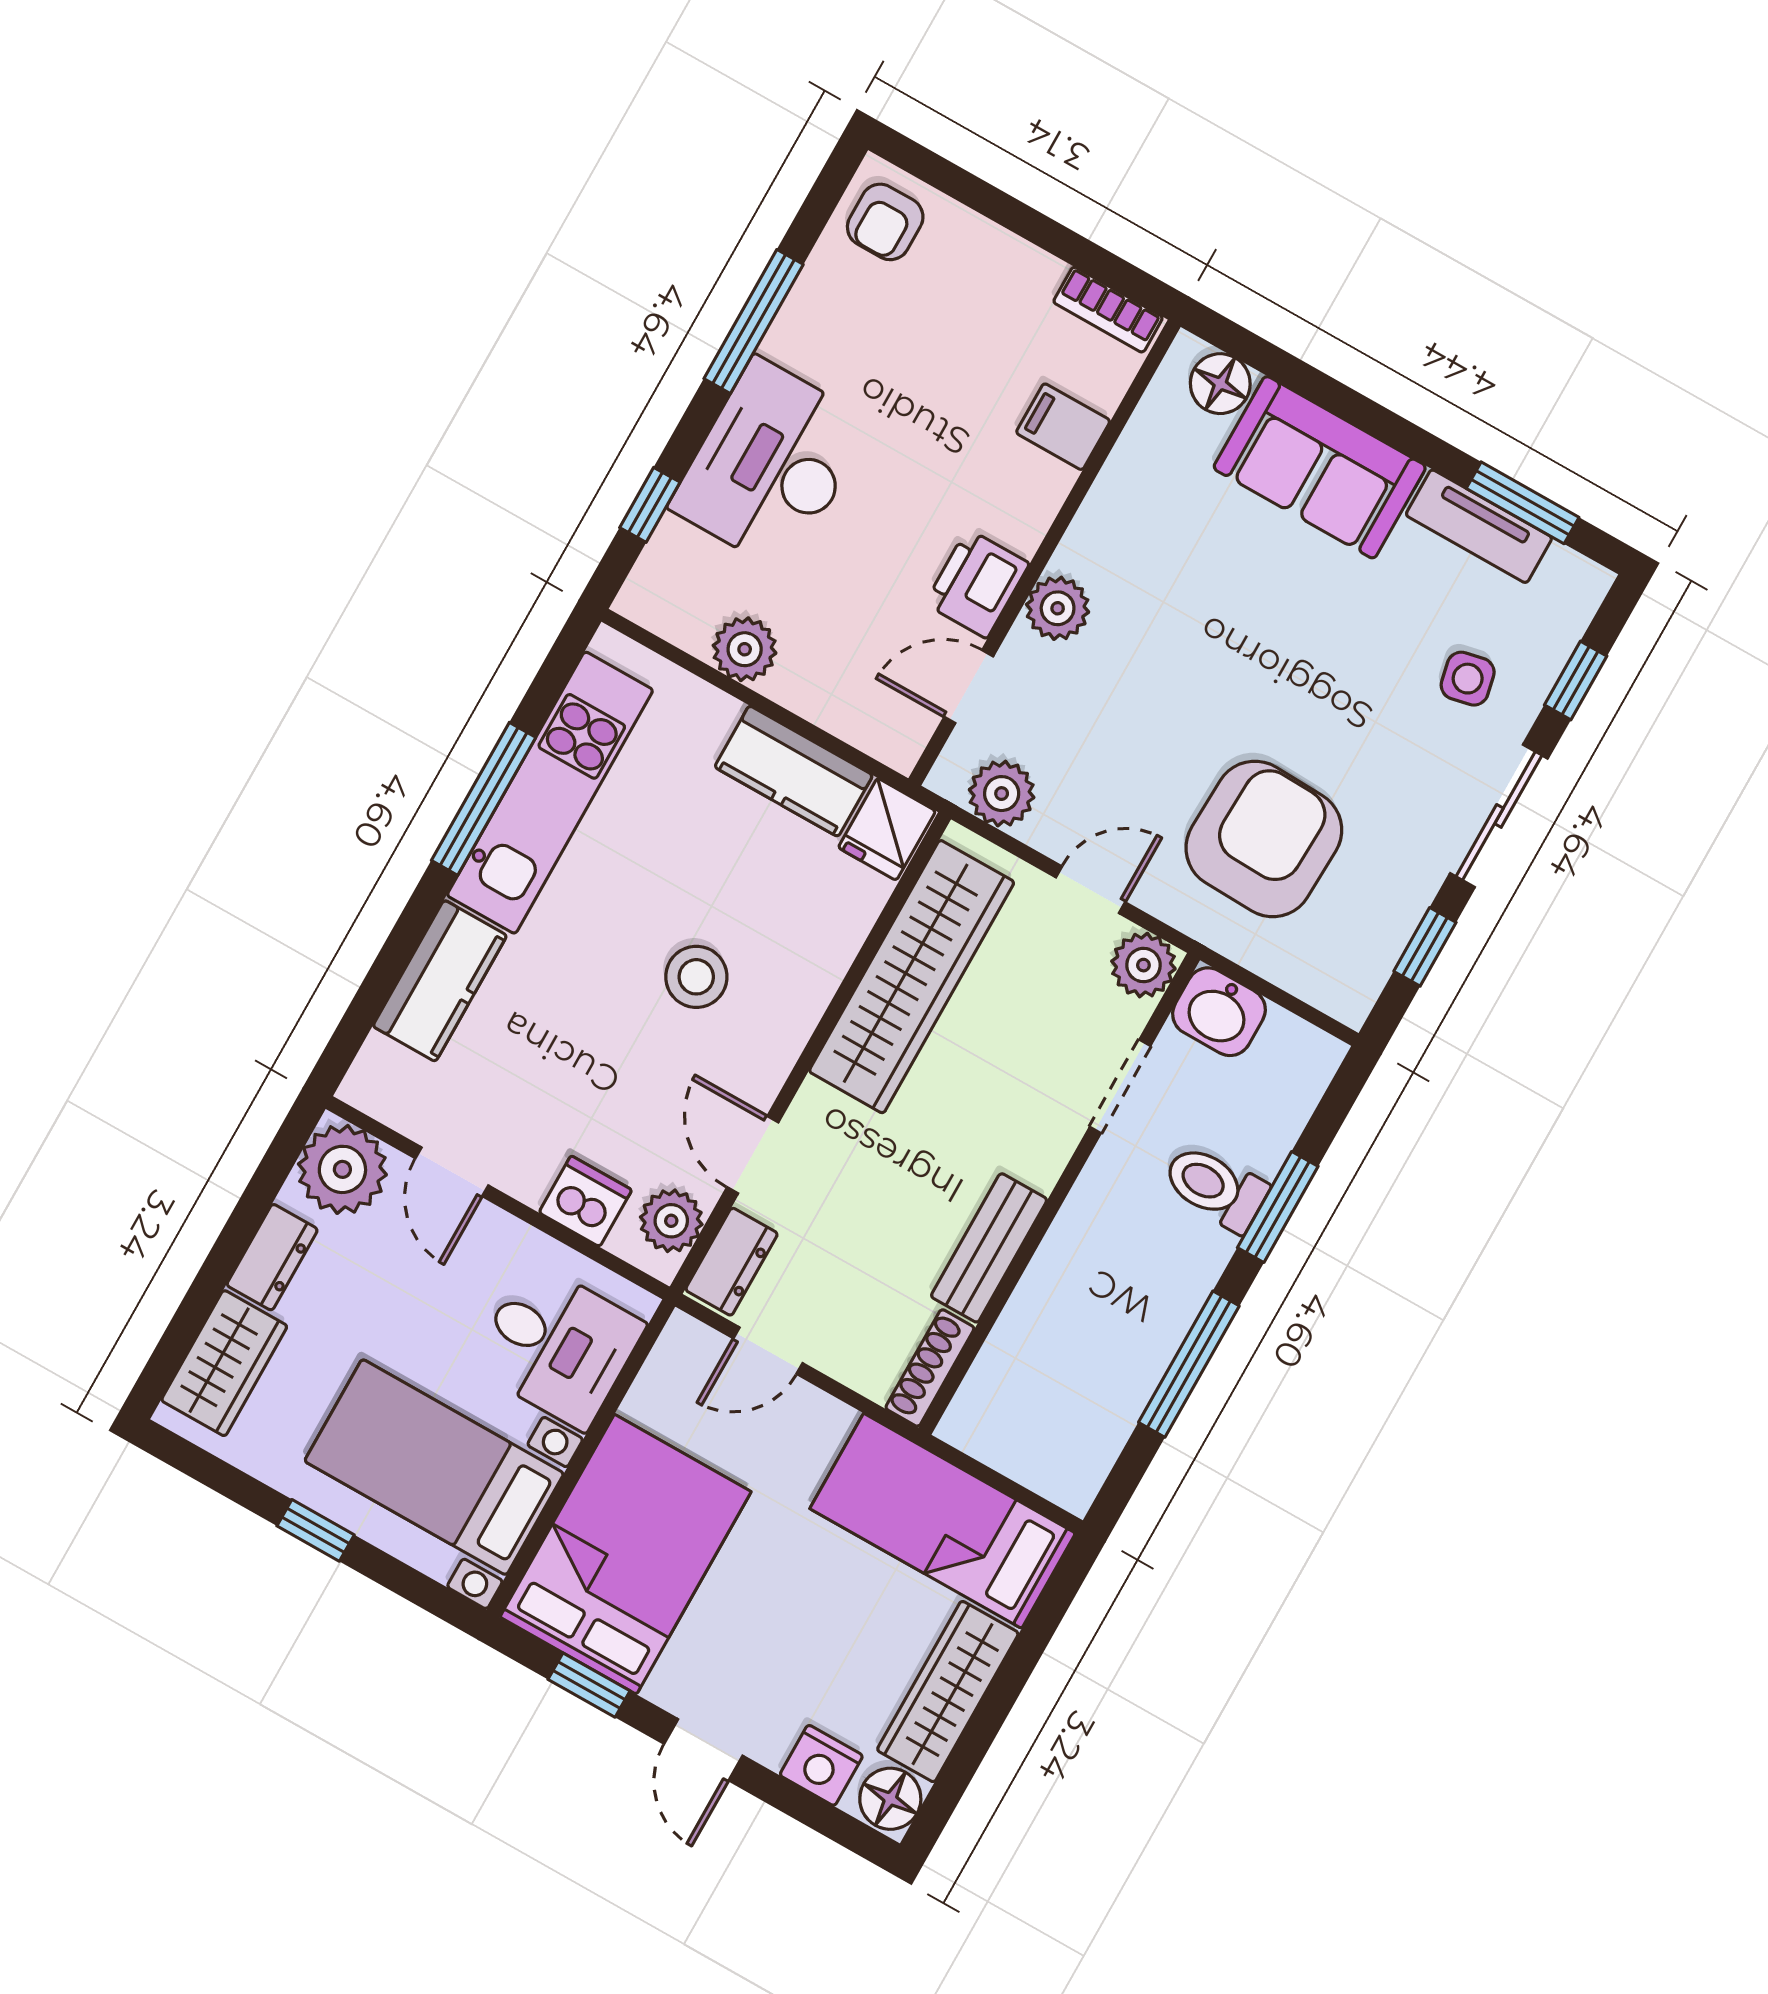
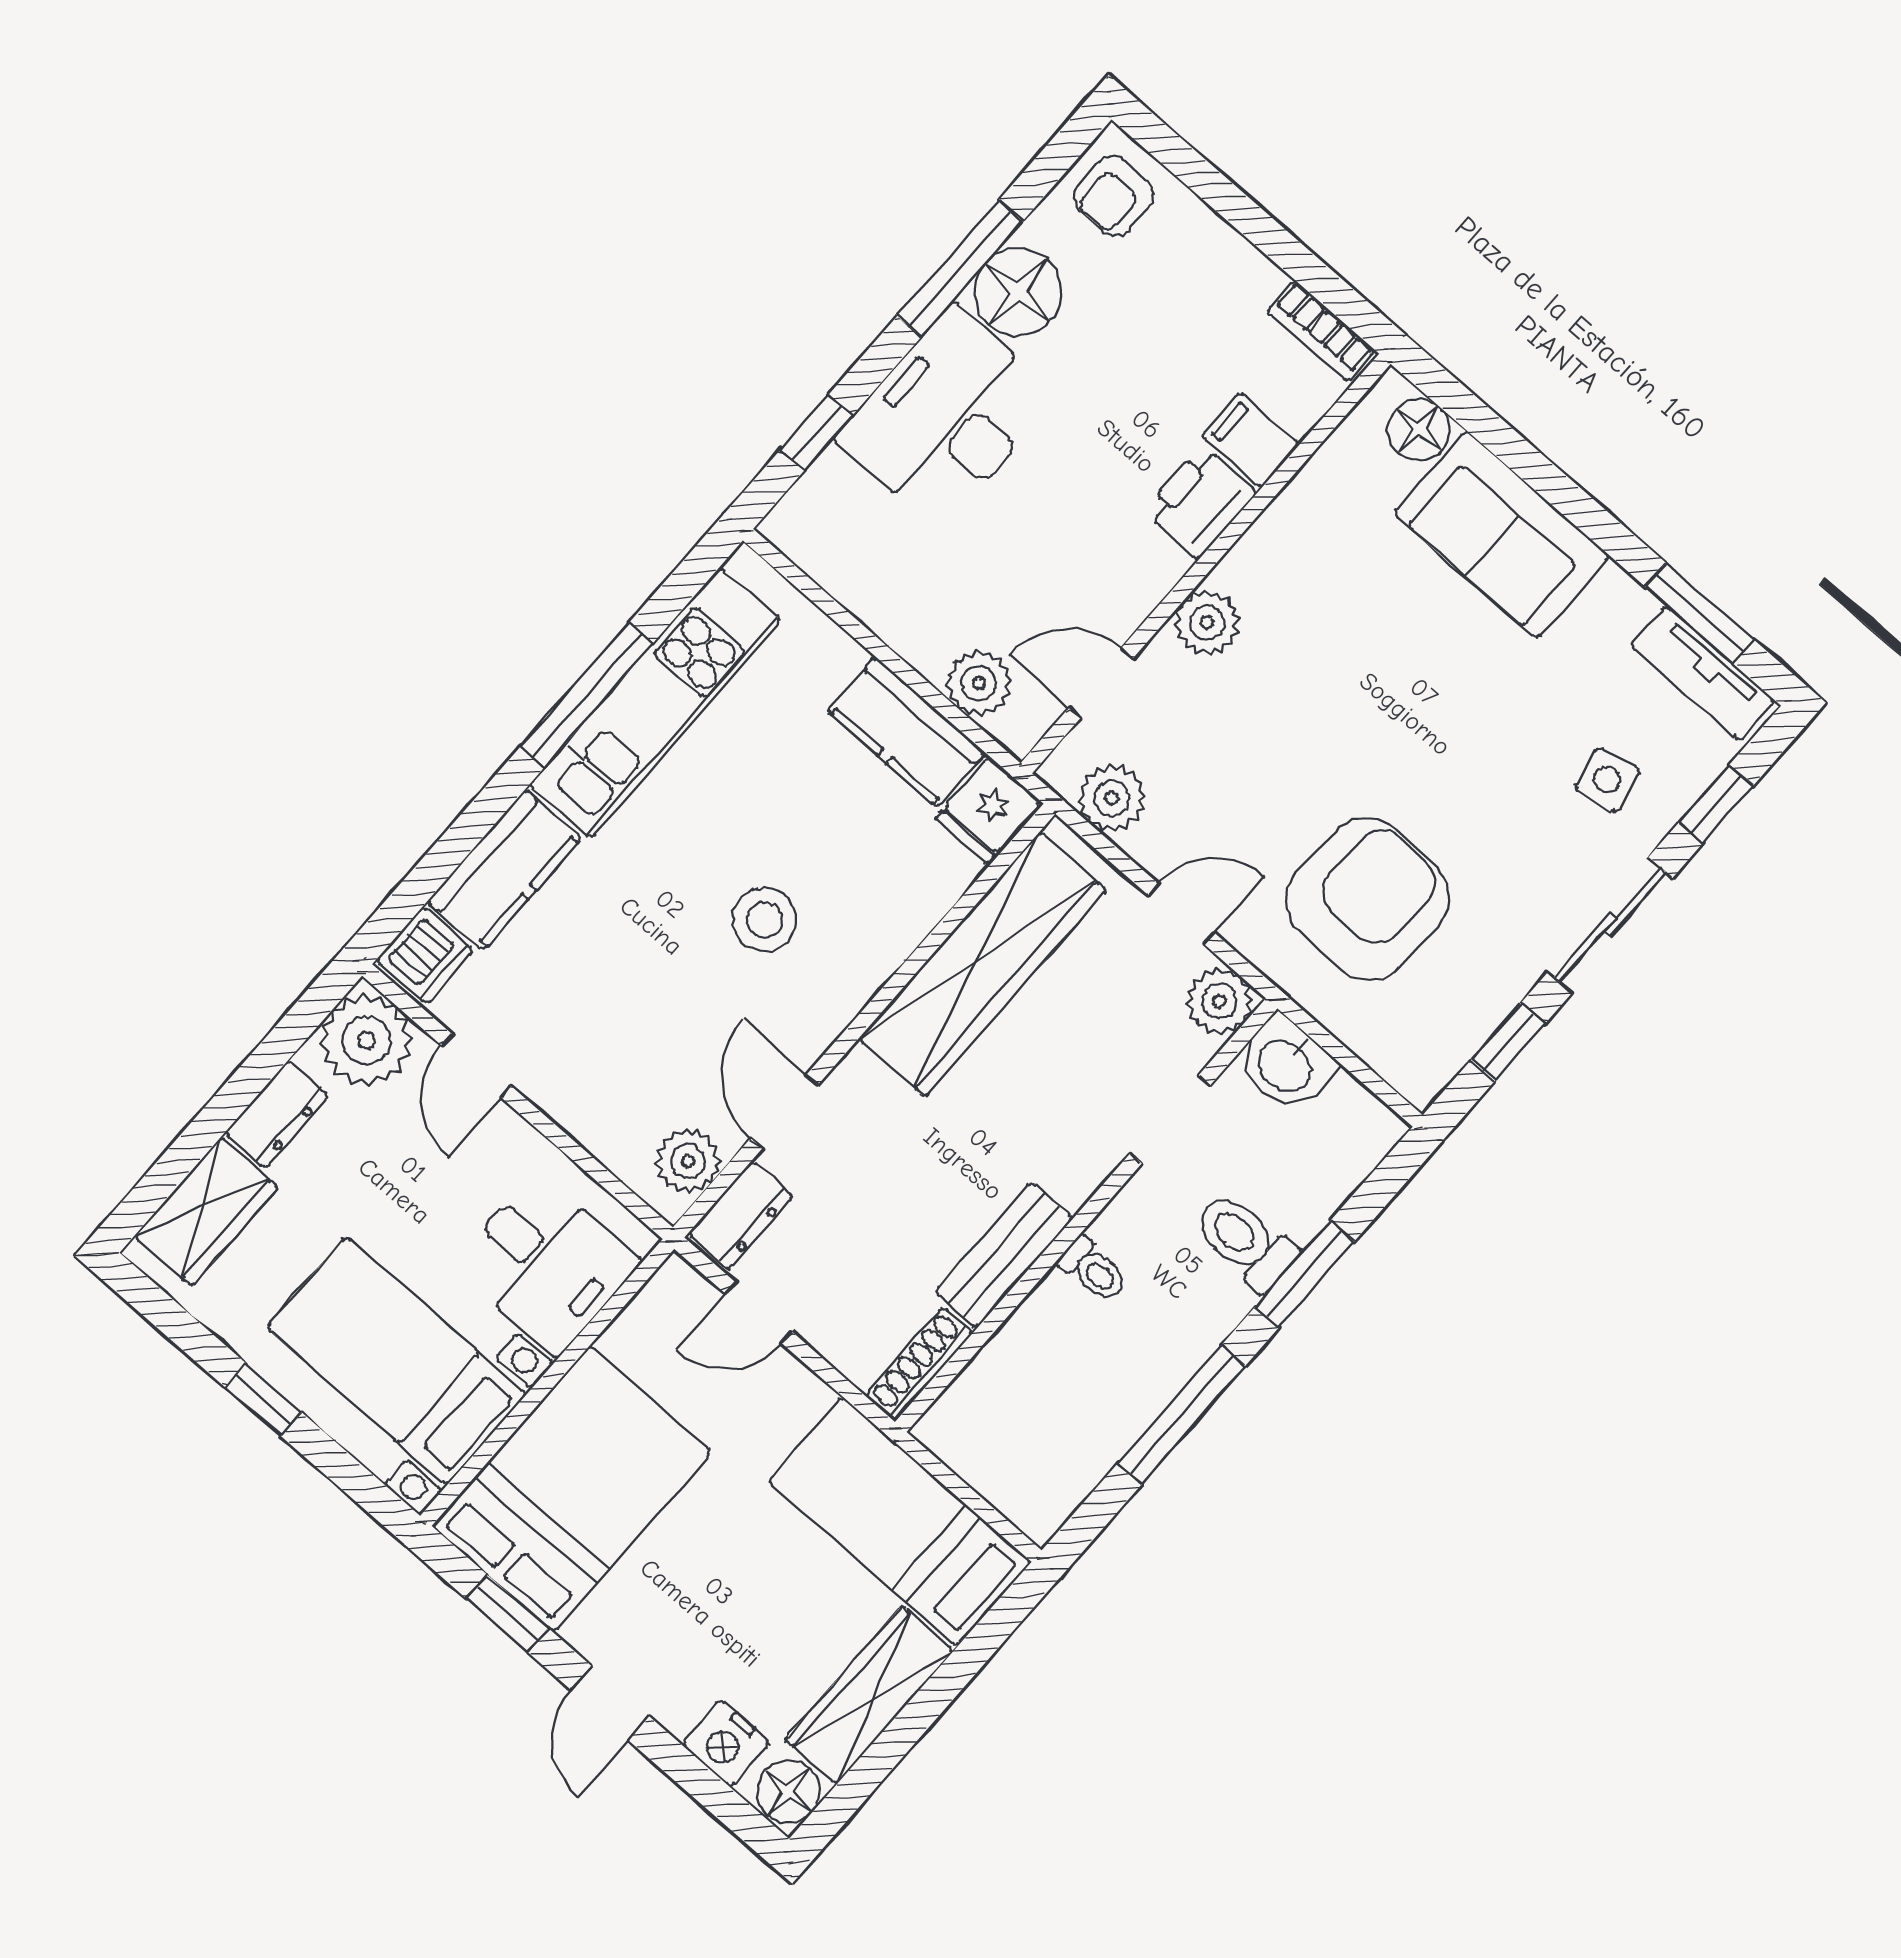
floor lamp: (814, 332) -> (1018, 292), added
tv unit: (1479, 526) -> (1703, 673), moved
printer: (977, 584) -> (1200, 502), moved
plant: (745, 649) -> (979, 683), moved
dishwasher: (585, 1201) -> (425, 955), moved, turned 90
toilet: (1076, 1244) -> (1093, 1270), added

